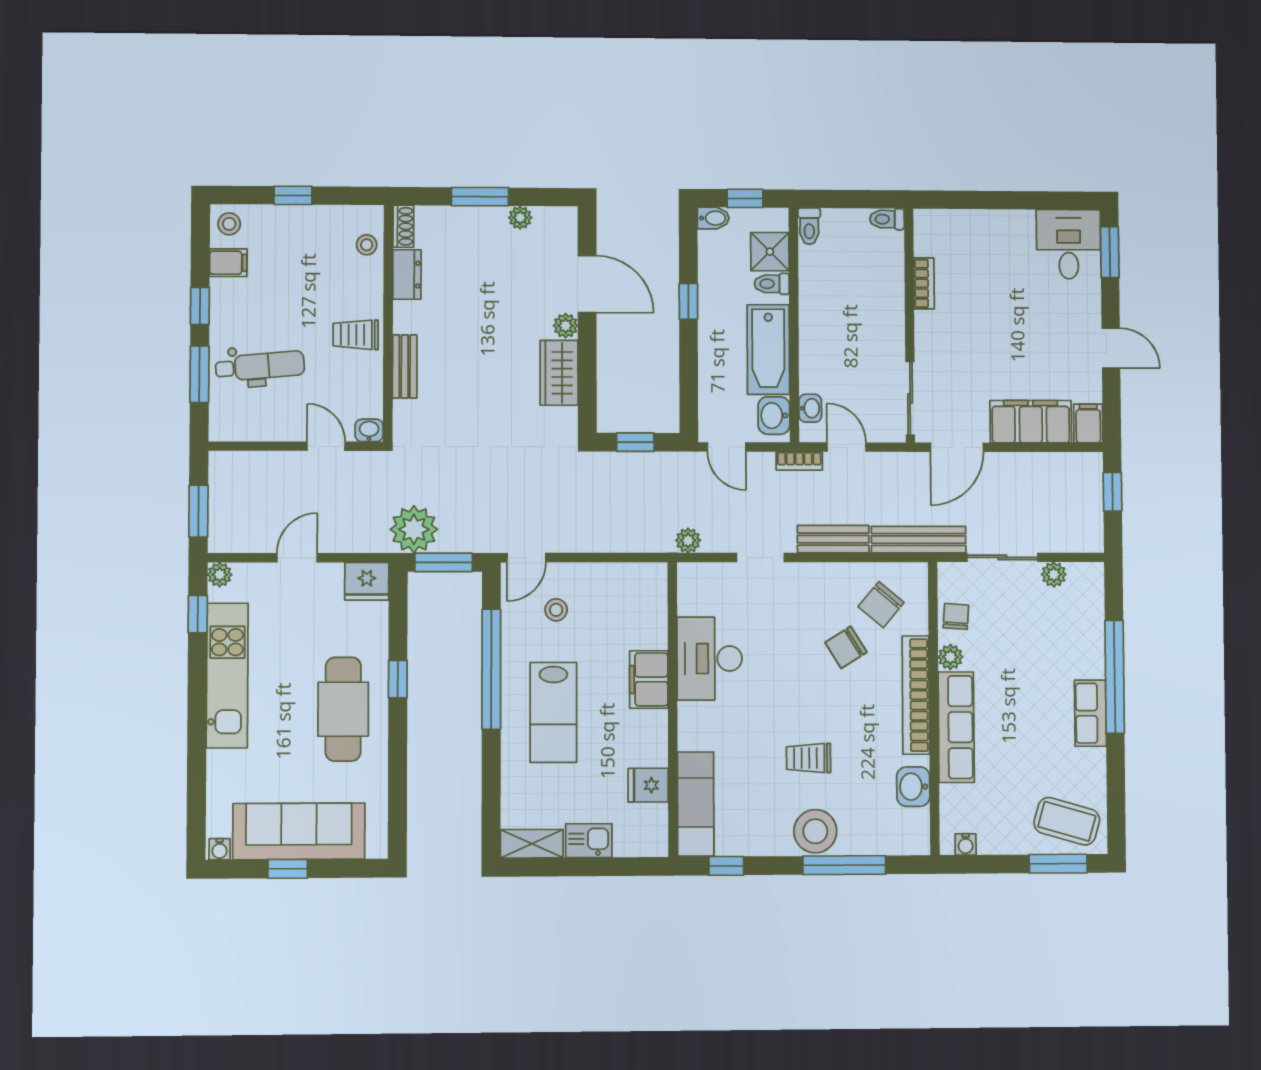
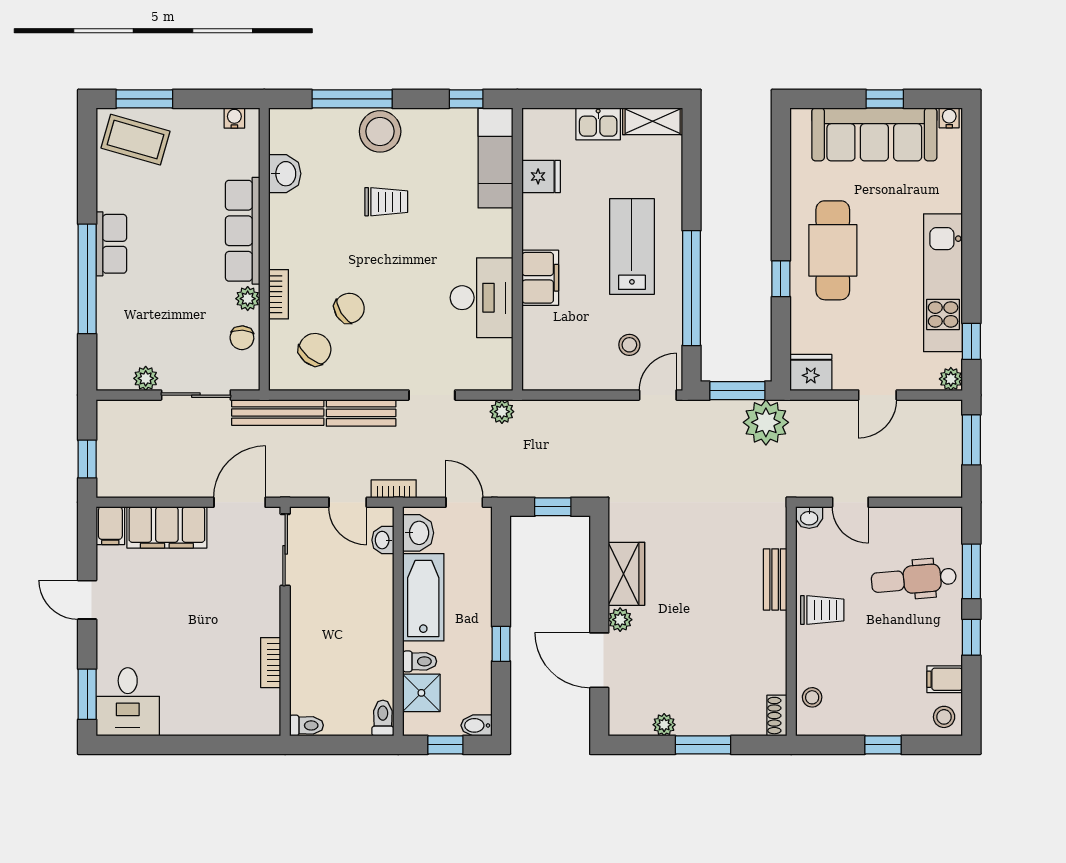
dresser: (407, 274) -> (773, 669), removed
bookcase: (916, 695) -> (279, 294), width x0.43, depth x0.76

